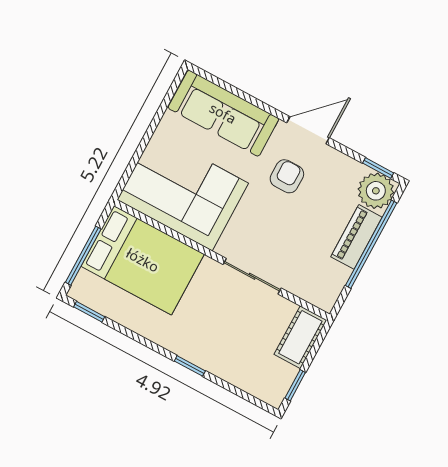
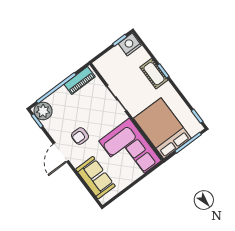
sofa: (223, 113) -> (95, 178), width x0.73
door: (308, 130) -> (61, 152), hinge flipped
piano: (356, 237) -> (80, 81), moved
cot: (300, 337) -> (154, 74), moved, turned 90
nightstand: (273, 386) -> (130, 45), added

